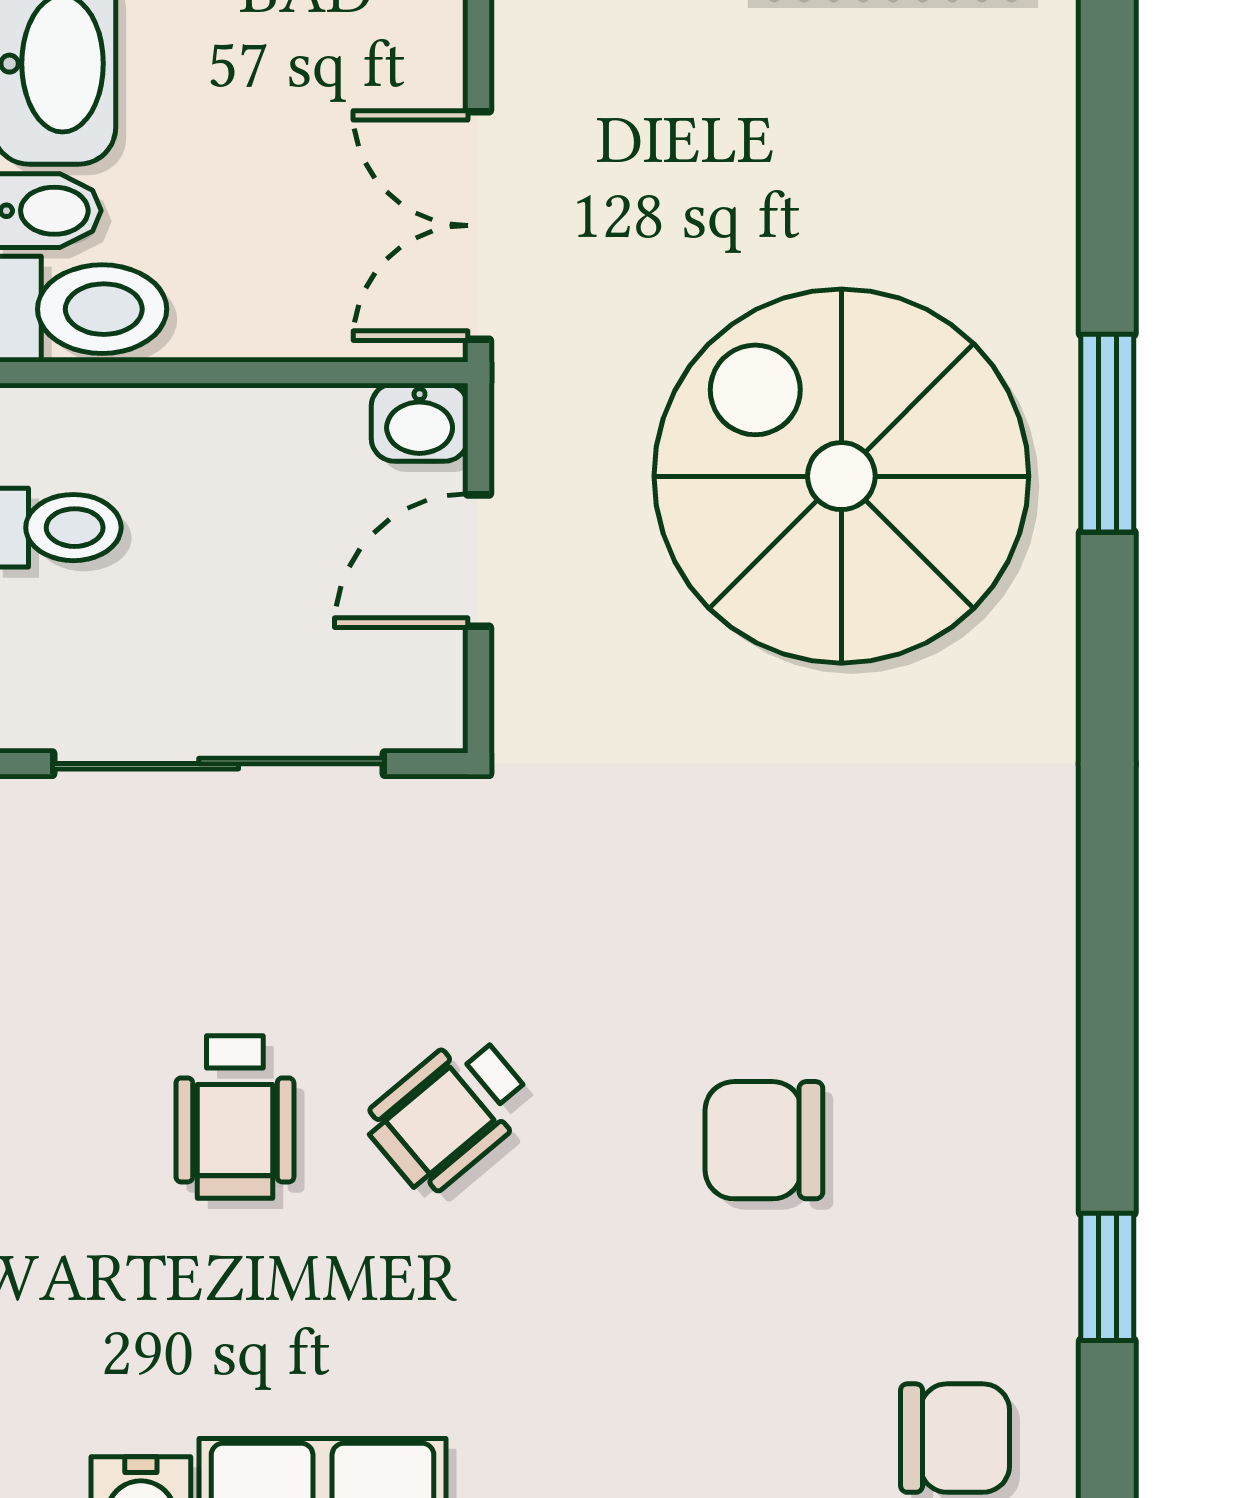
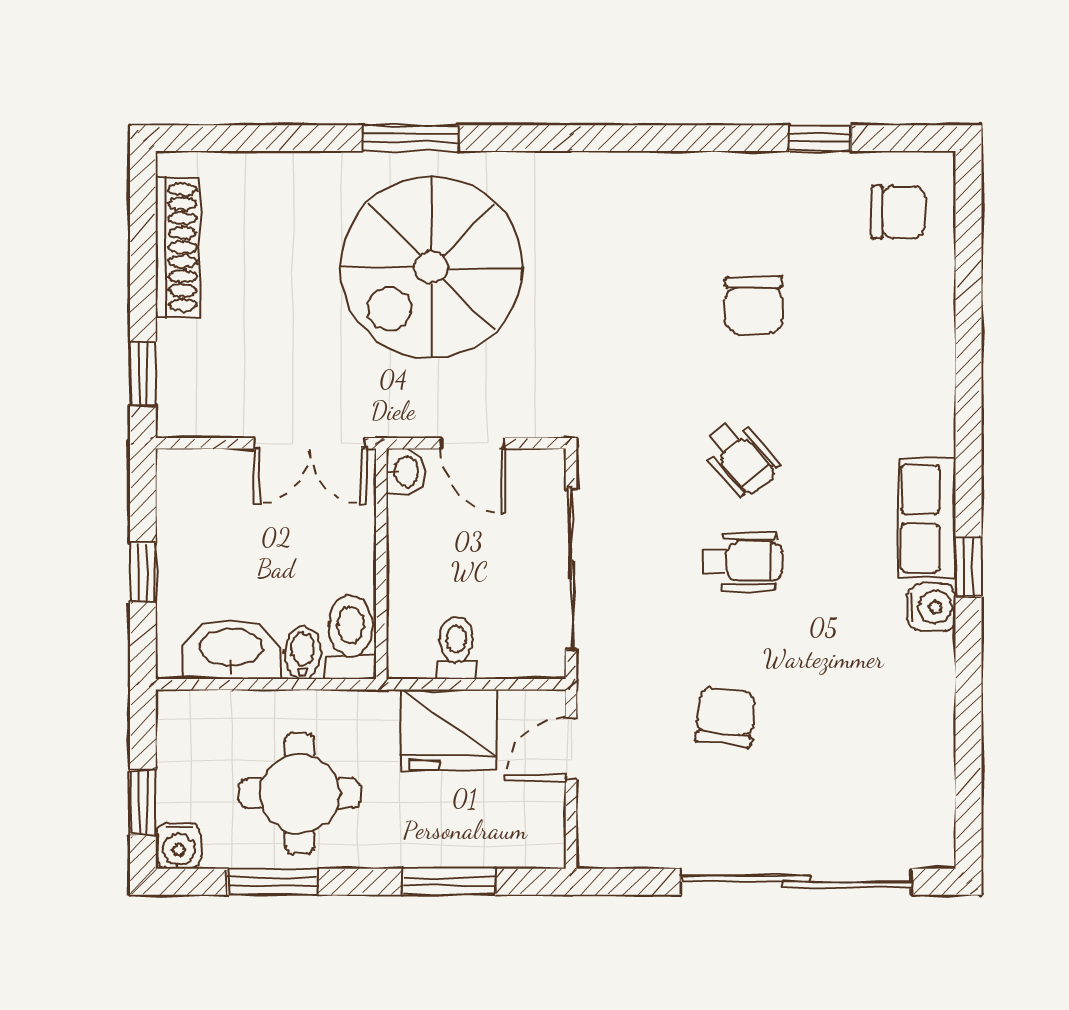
chair: (955, 1438) -> (898, 212), turned 90

